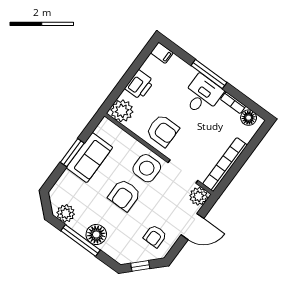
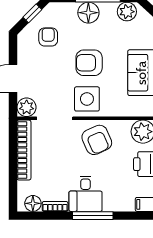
armchair: (163, 131) -> (97, 140), turned -114
armchair: (124, 195) -> (89, 63), turned -90
armchair: (155, 236) -> (48, 37), moved

